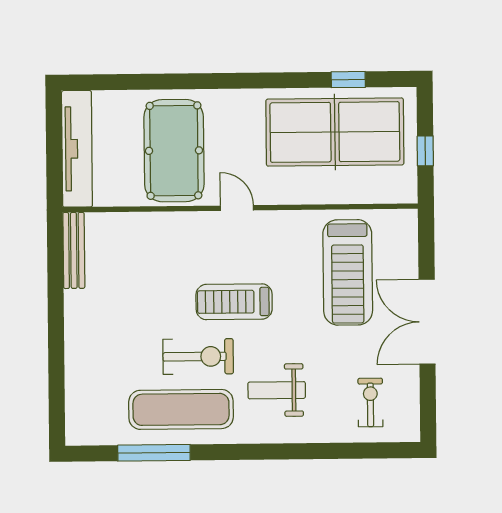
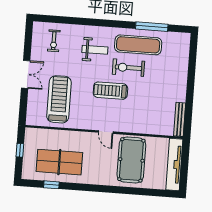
table tennis table: (335, 132) -> (59, 162), width x0.73, depth x0.76
treadmill: (234, 302) -> (110, 91), turned 180
double door: (427, 322) -> (26, 74), width x0.73

